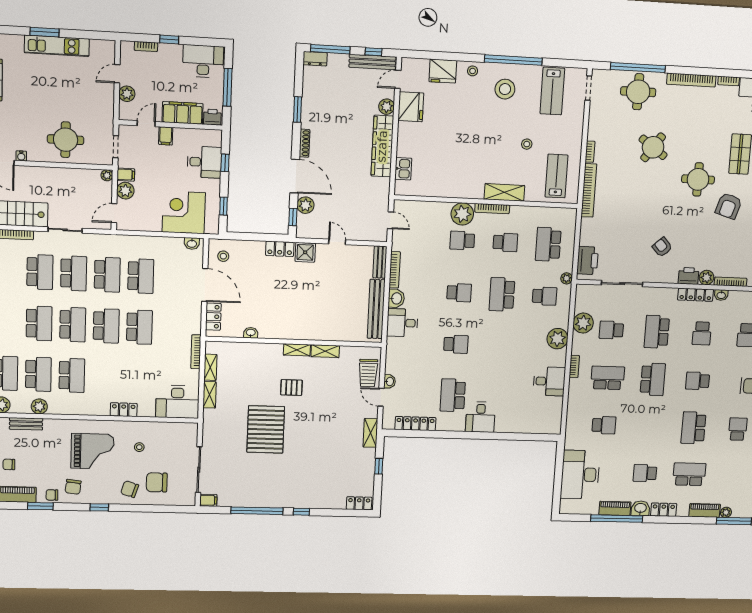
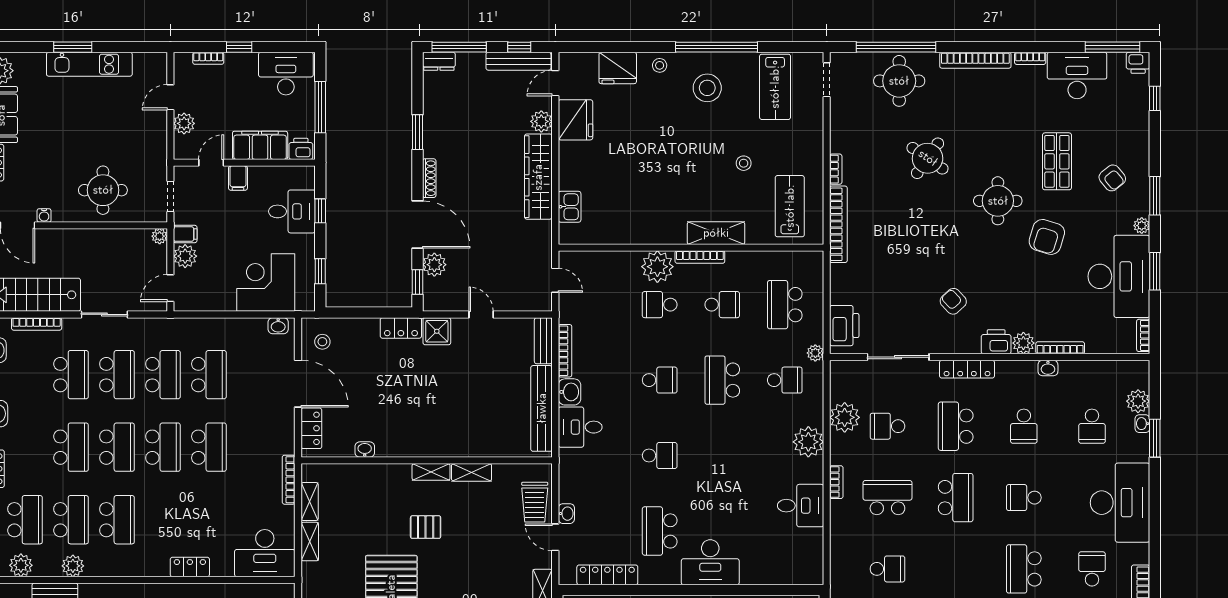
locker: (696, 295) -> (967, 369), moved
desk: (480, 417) -> (710, 562), width x1.37

